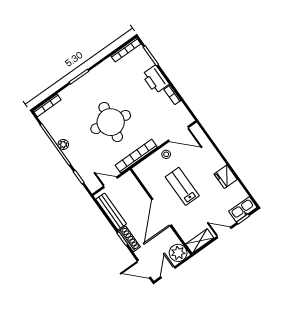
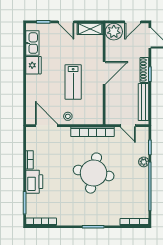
plant: (63, 144) -> (144, 162), moved
kitchen sink: (243, 209) -> (32, 43), moved, turned -90
door: (162, 212) -> (104, 73), width x0.73

